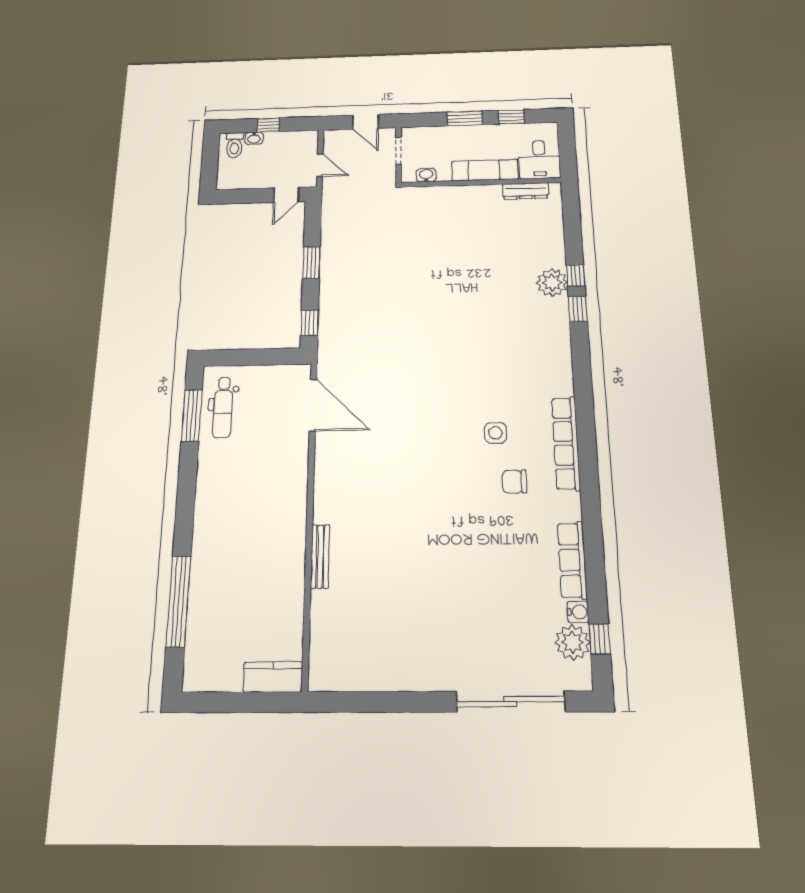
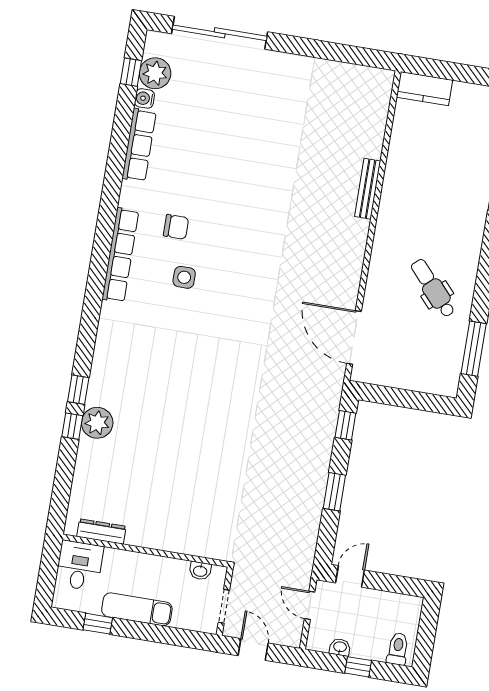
window: (465, 118) -> (147, 632), removed
washbasin: (254, 138) -> (340, 647), moved
exam couch: (485, 170) -> (137, 609), moved, turned 180
dental chair: (223, 407) -> (433, 288), moved, turned -42

